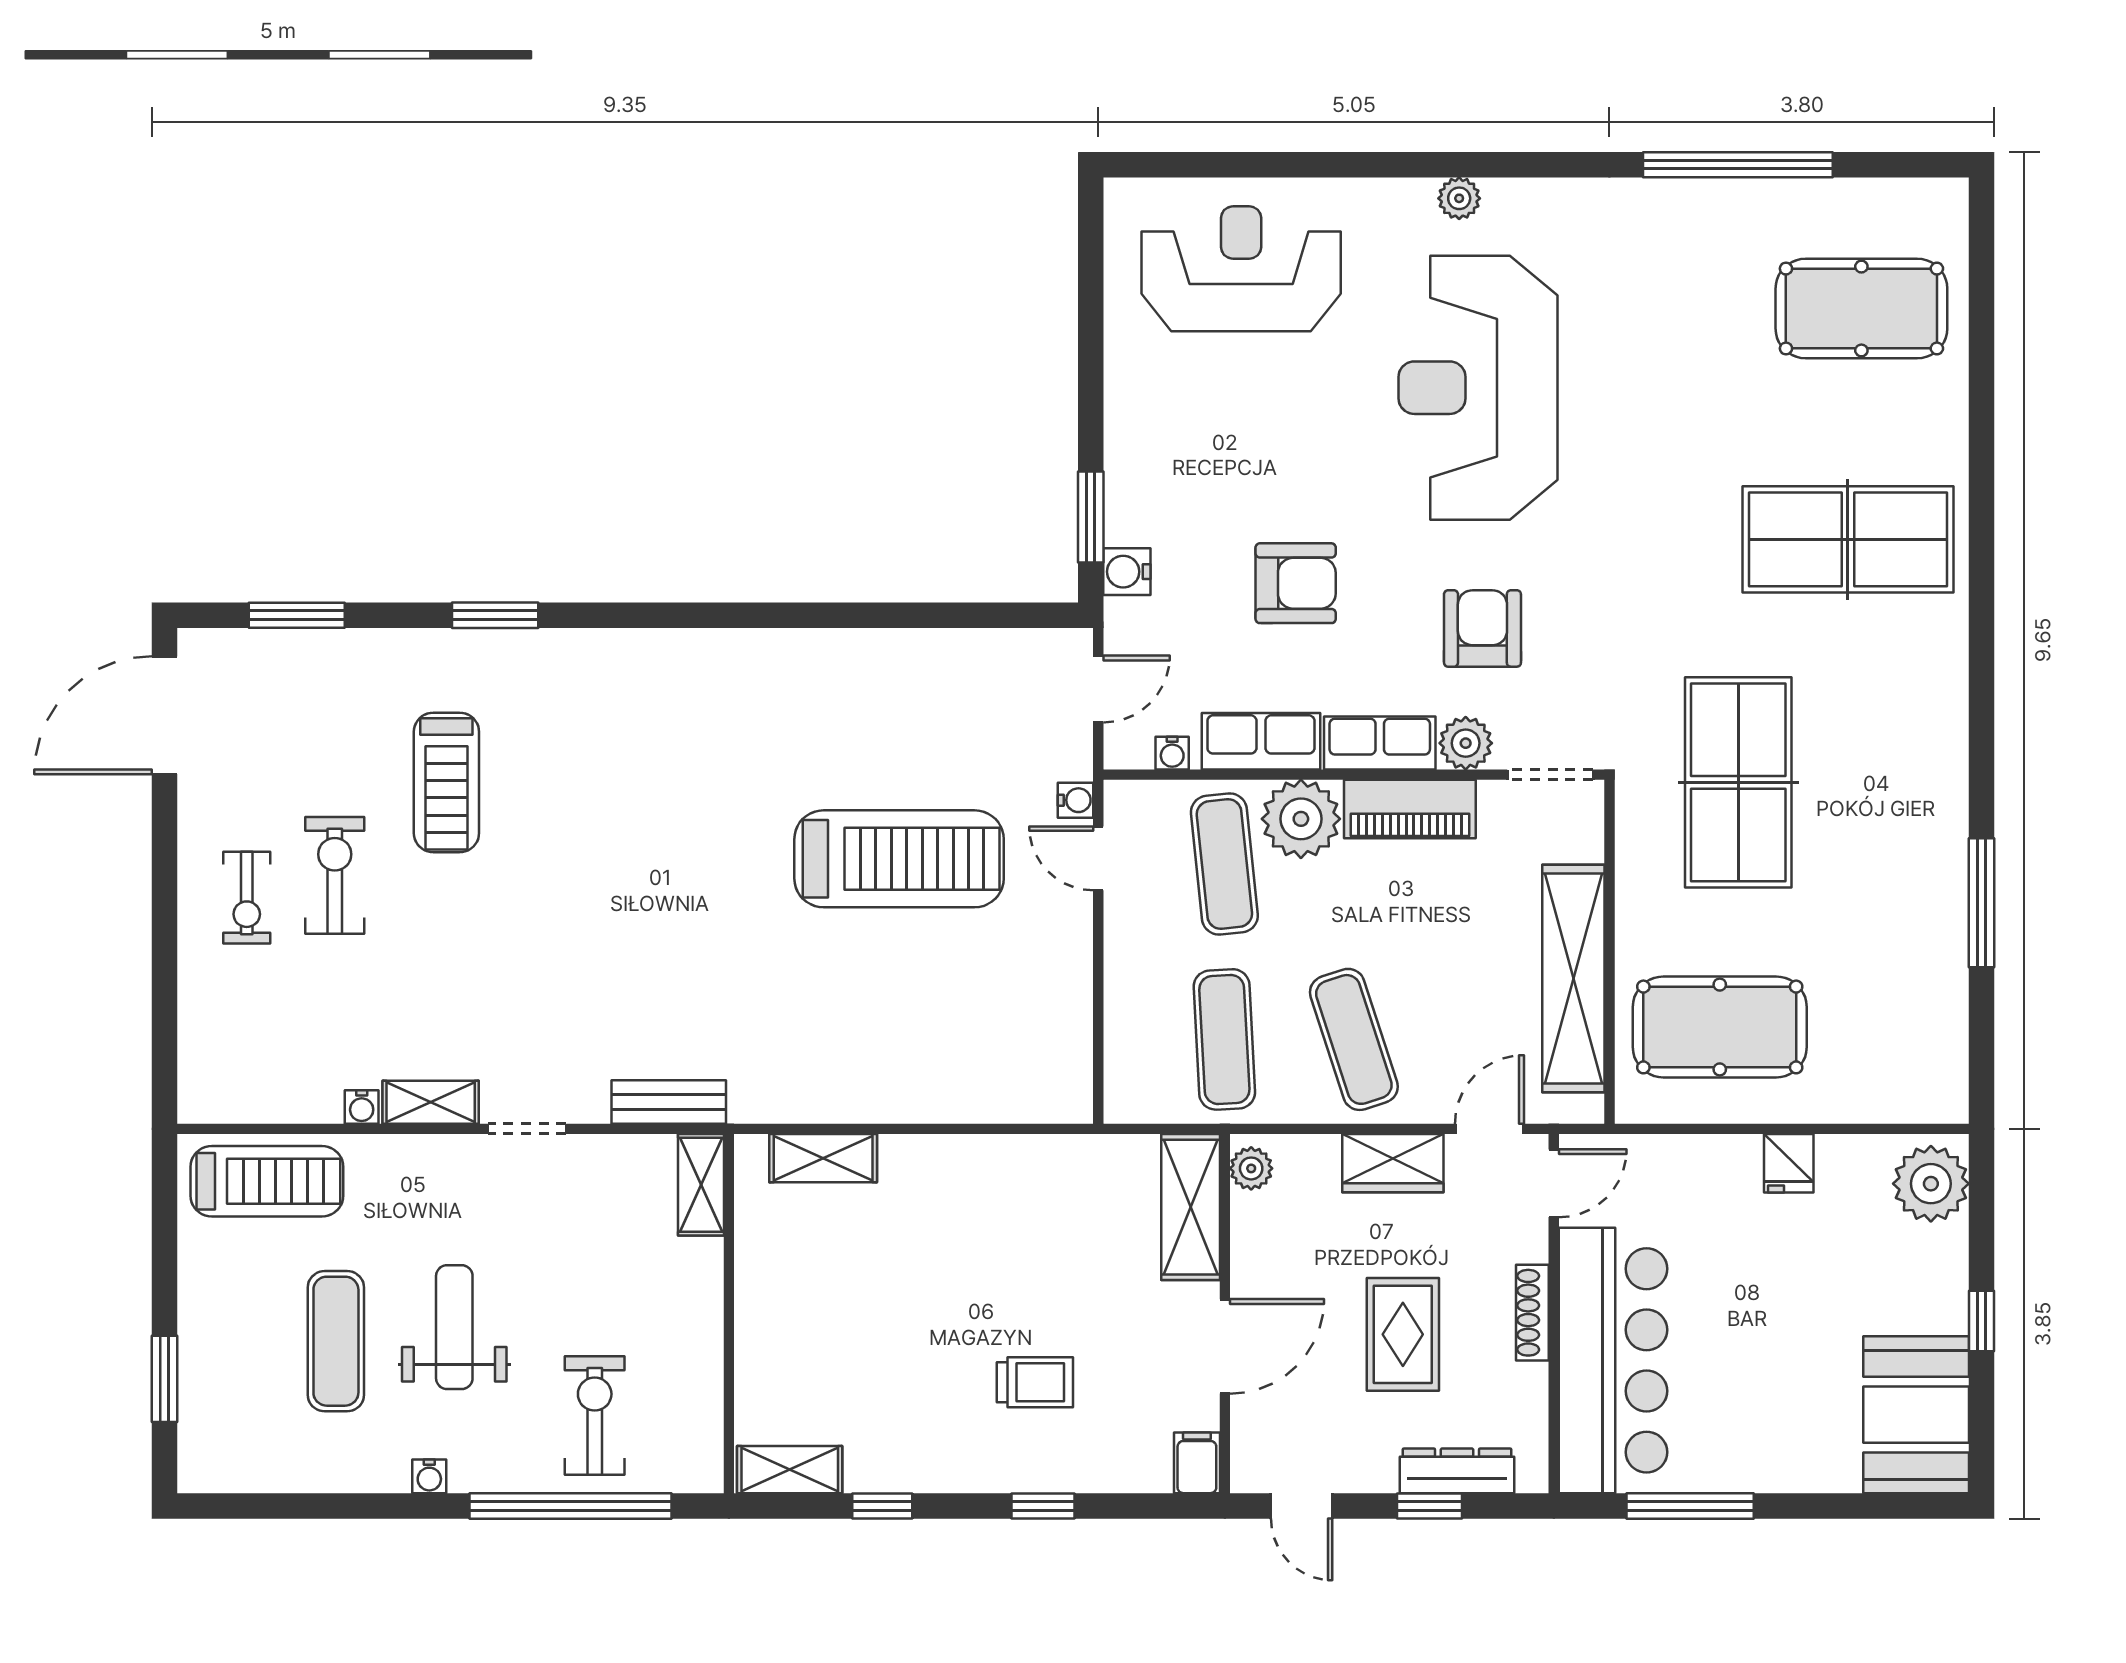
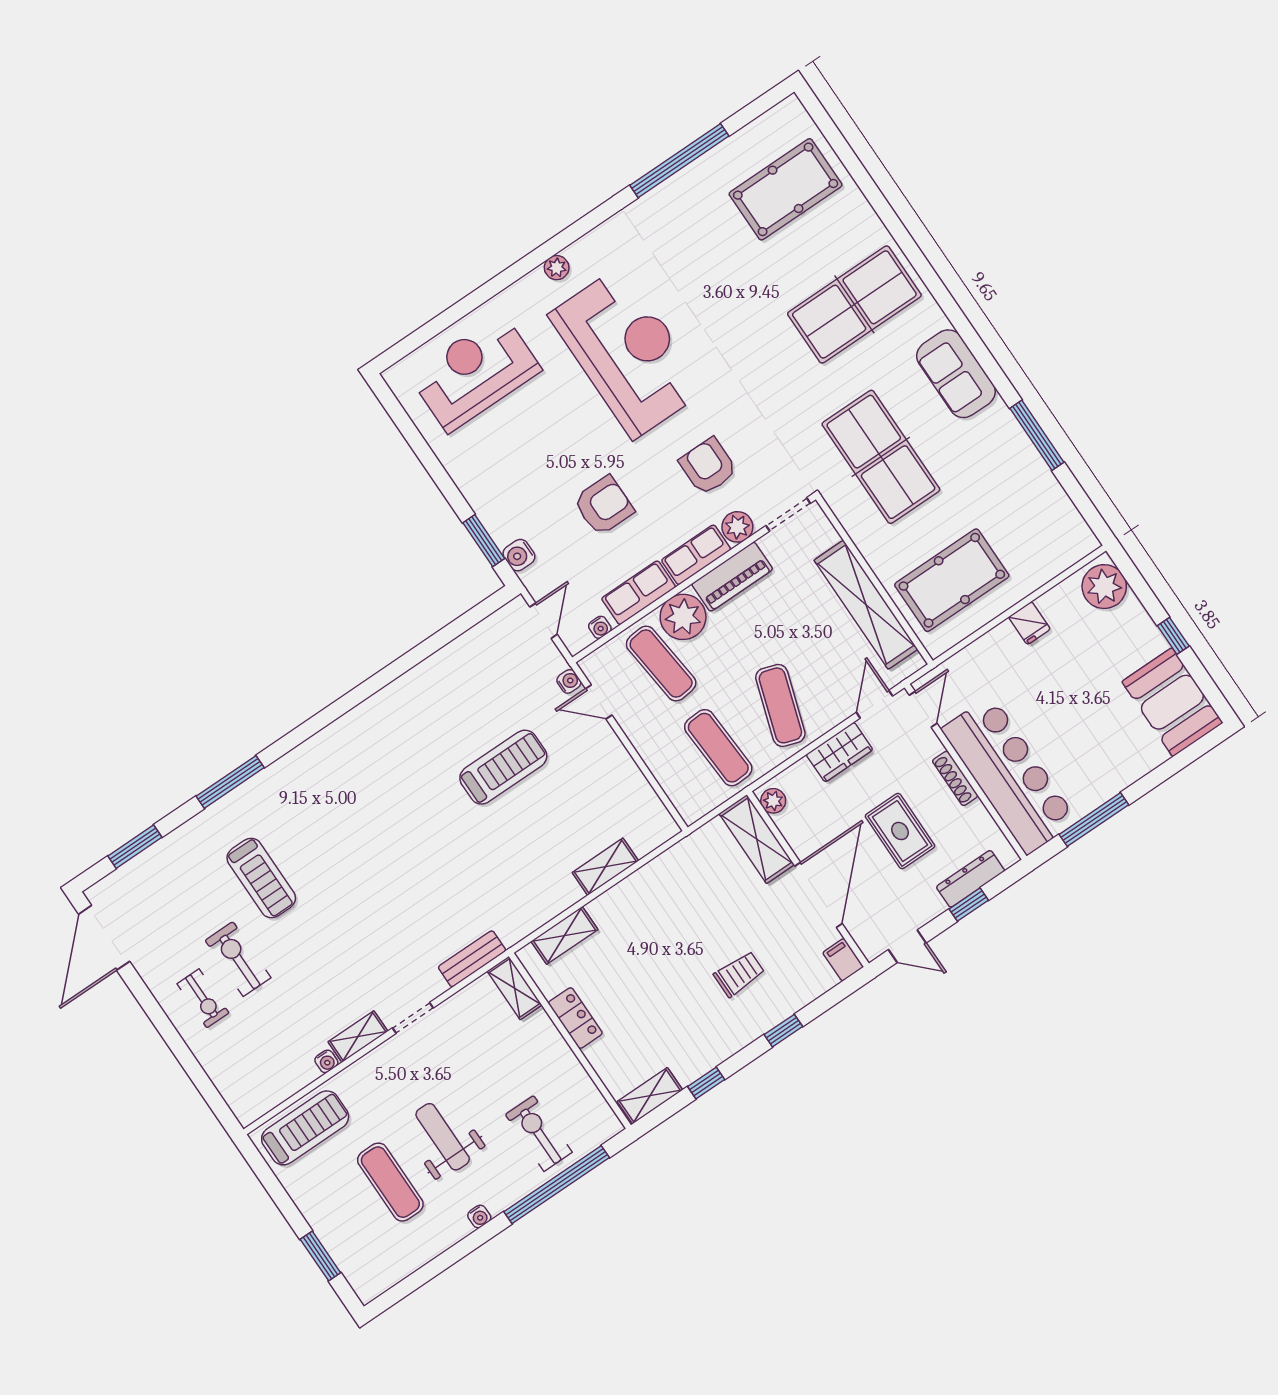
reception desk: (1478, 388) -> (627, 352), turned 180
window: (495, 615) -> (230, 782), width x1.44
sofa: (1926, 737) -> (956, 374), added
treadmill: (899, 859) -> (503, 767), width x0.73, depth x0.73
exercise mat: (1354, 1039) -> (780, 705), turned 36
shelving: (948, 1100) -> (605, 867), added
locker: (759, 1287) -> (575, 1018), added
door: (1225, 1346) -> (819, 895), width x1.36

